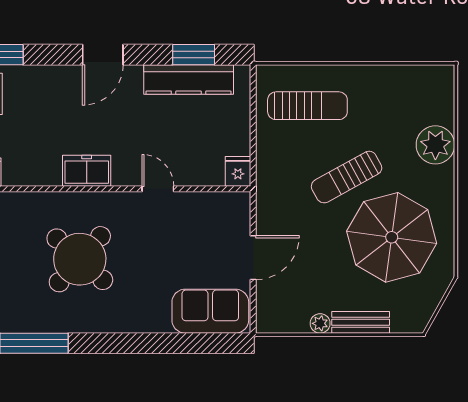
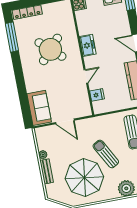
fridge: (238, 171) -> (97, 95), moved

